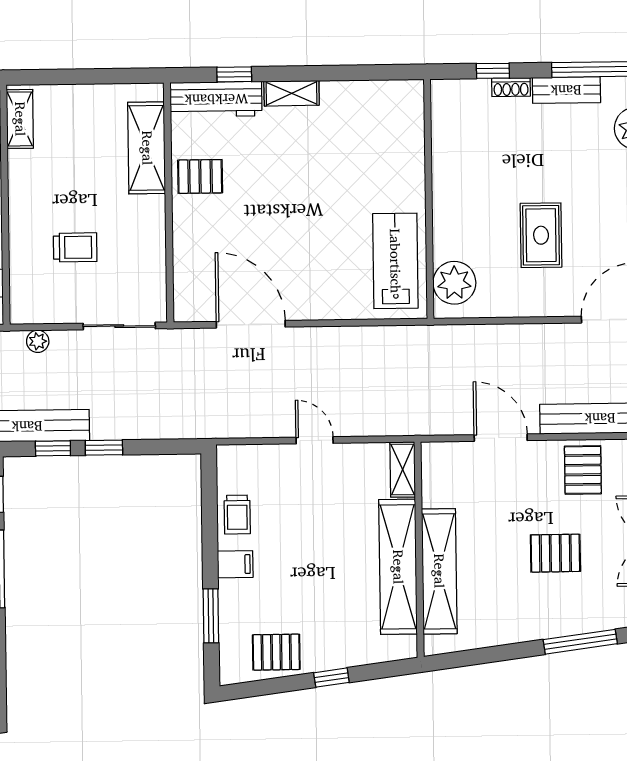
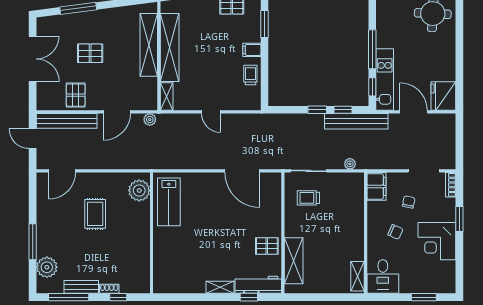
trolley: (75, 247) -> (308, 198), moved
plant: (435, 423) -> (150, 120), added
door: (501, 438) -> (117, 112), hinge flipped

